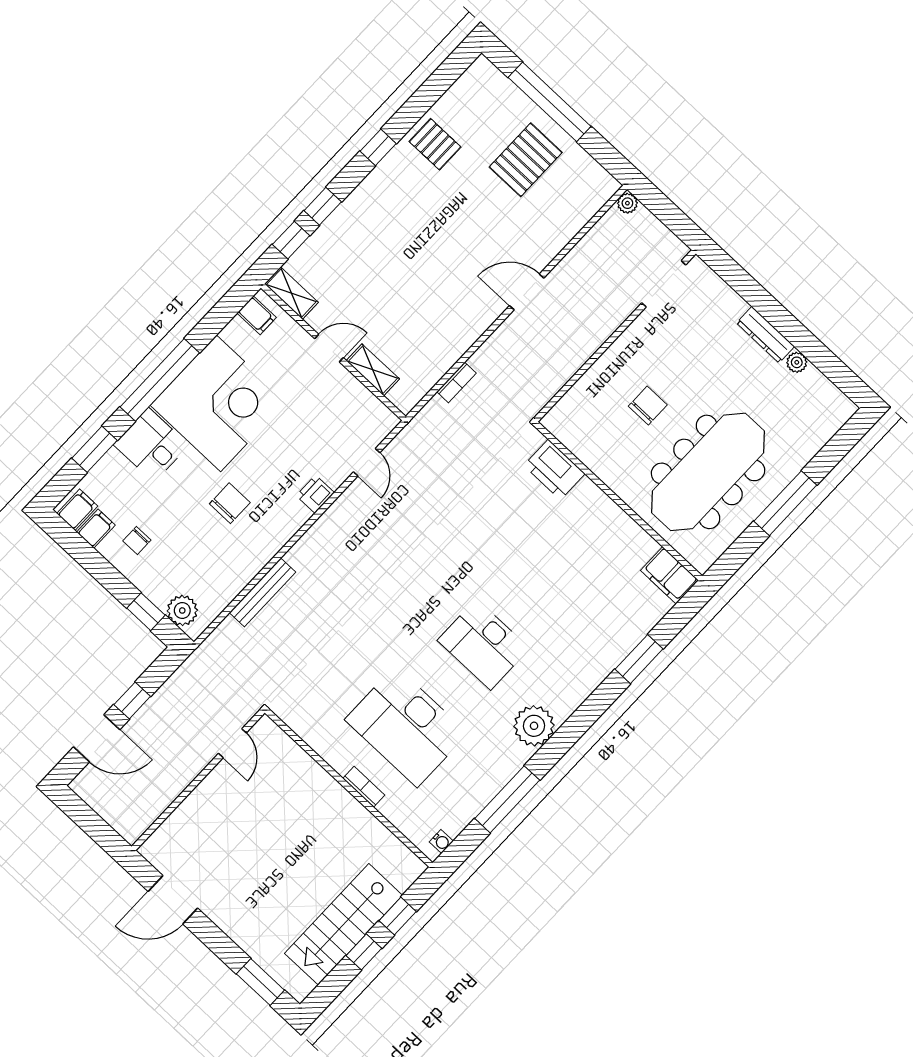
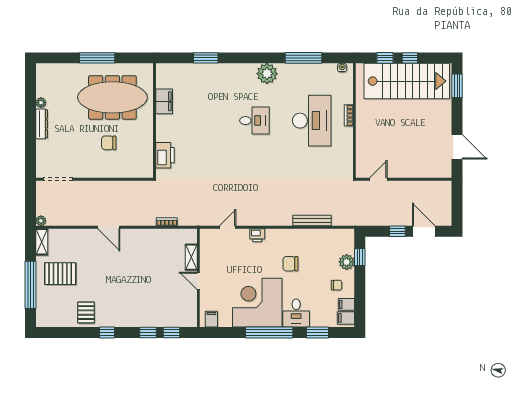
shelving: (291, 293) -> (42, 242), moved
filing cabinet: (670, 575) -> (164, 101), moved
plant: (182, 610) -> (347, 262), moved
desk: (484, 644) -> (254, 121), width x0.73
stairs: (344, 924) -> (407, 81), width x1.36, depth x1.51

